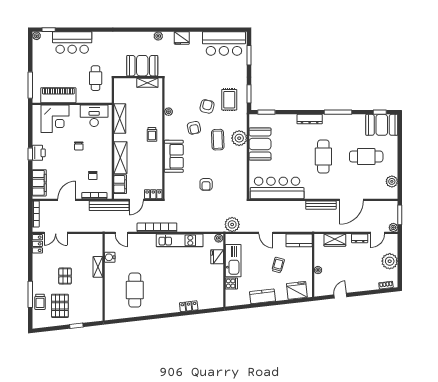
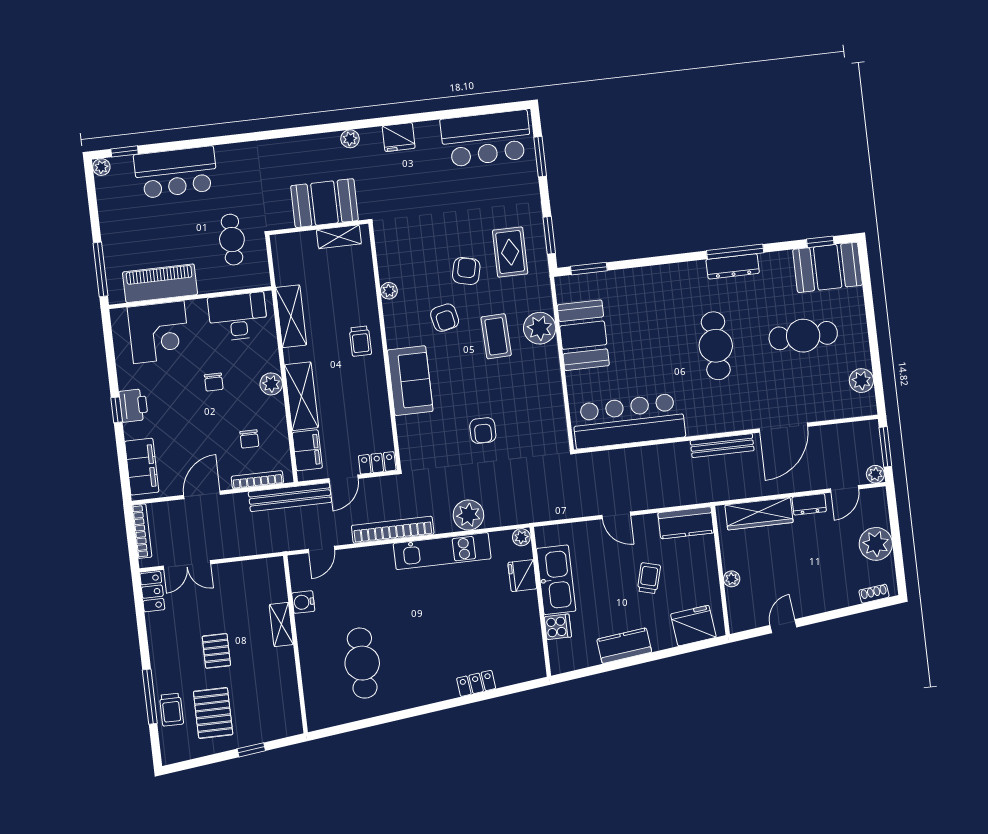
dresser: (310, 119) -> (733, 266), moved
plant: (106, 150) -> (271, 384), added
plant: (232, 224) -> (468, 515), moved
door: (121, 233) -> (321, 549), hinge flipped
wardrobe: (335, 240) -> (759, 514), width x1.50

